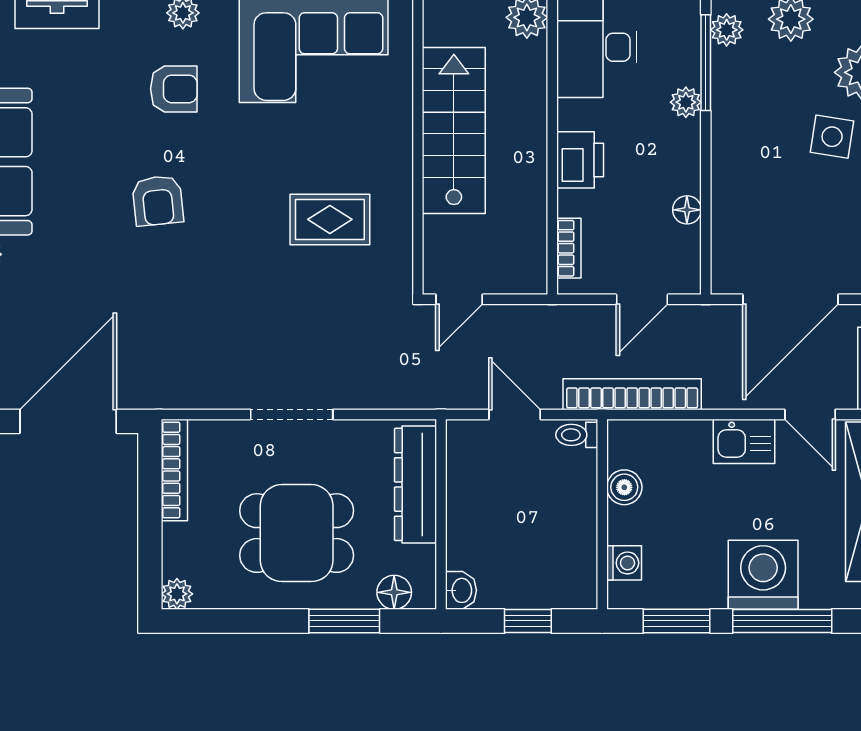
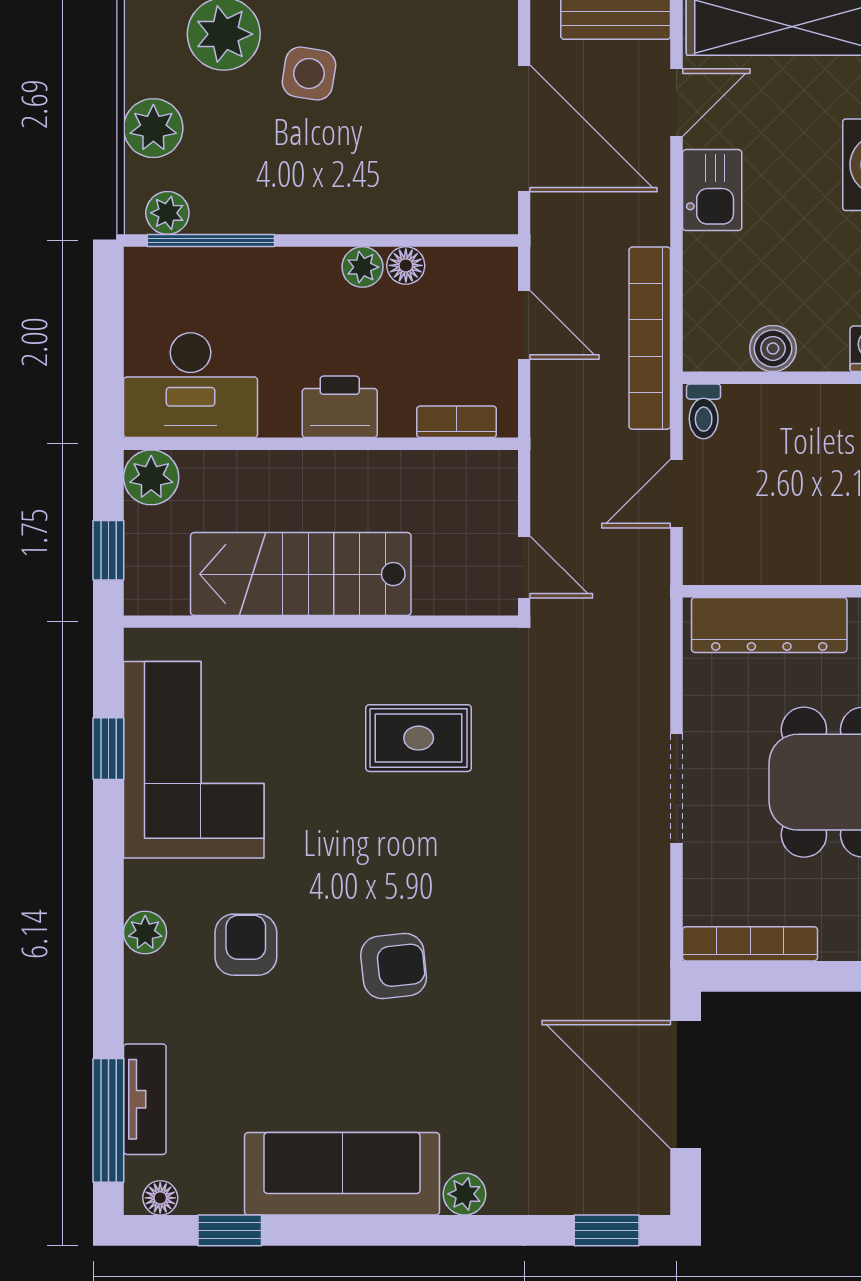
plant: (686, 102) -> (362, 267), moved
rug: (330, 219) -> (419, 738), turned 90

